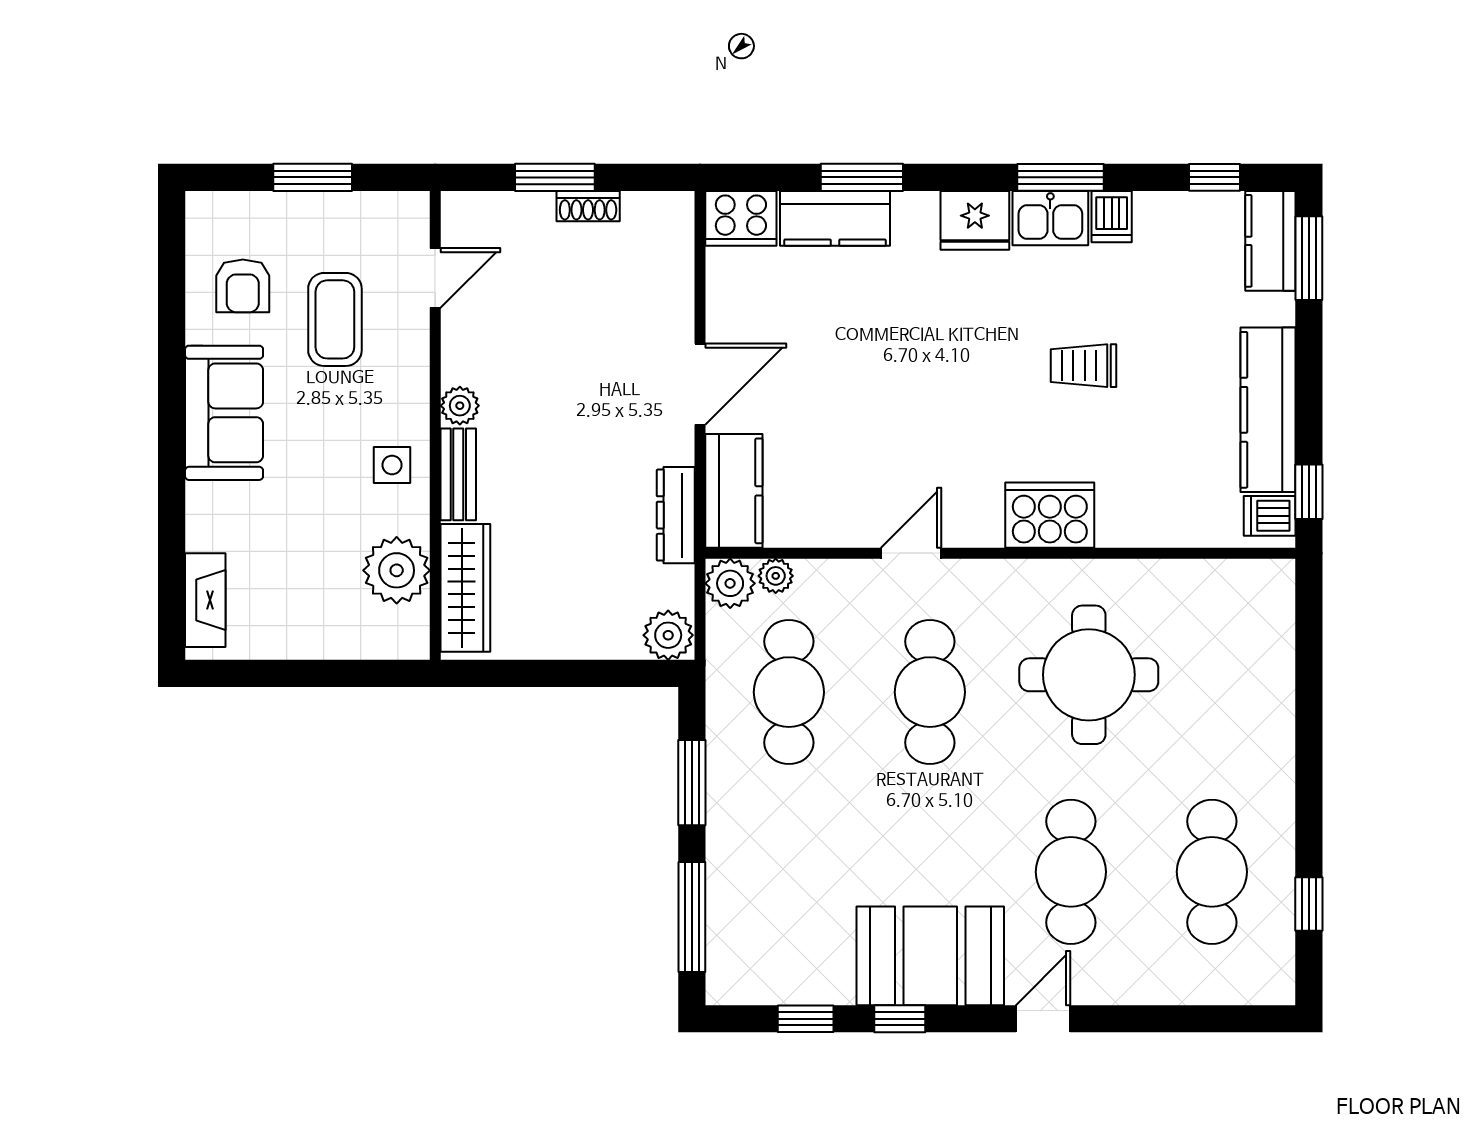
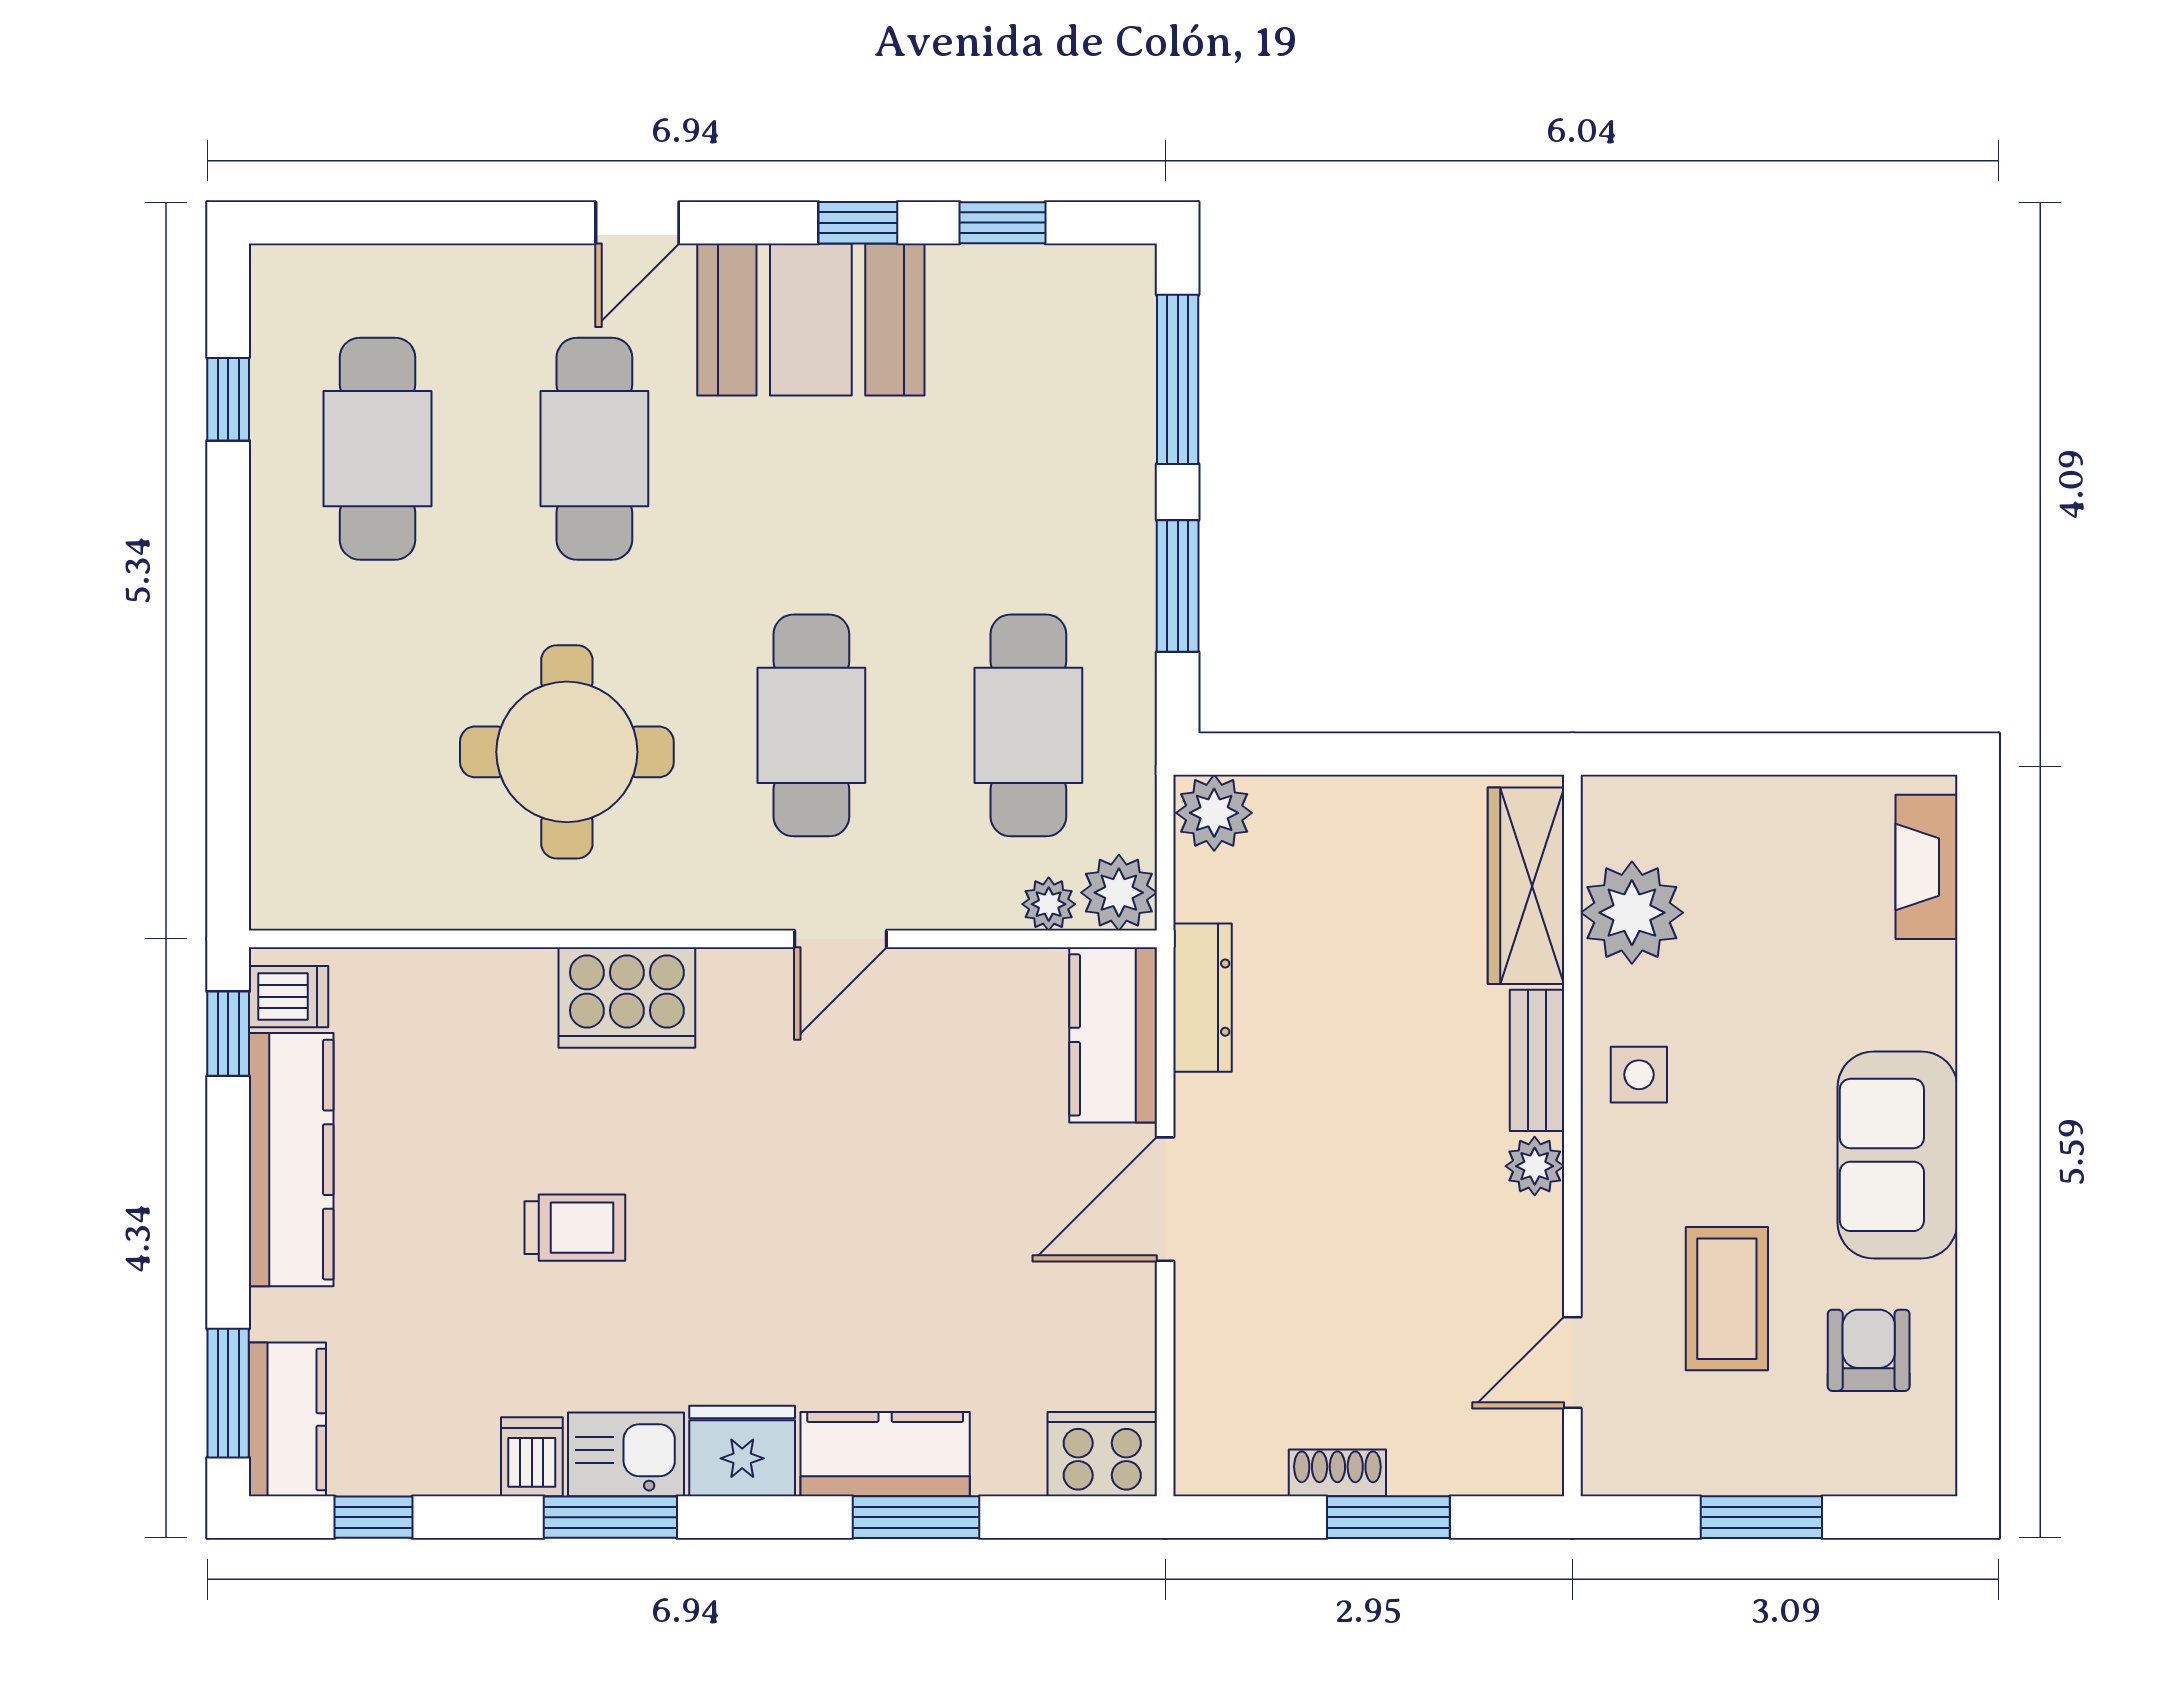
kitchen counter: (835, 218) -> (885, 1454), moved

